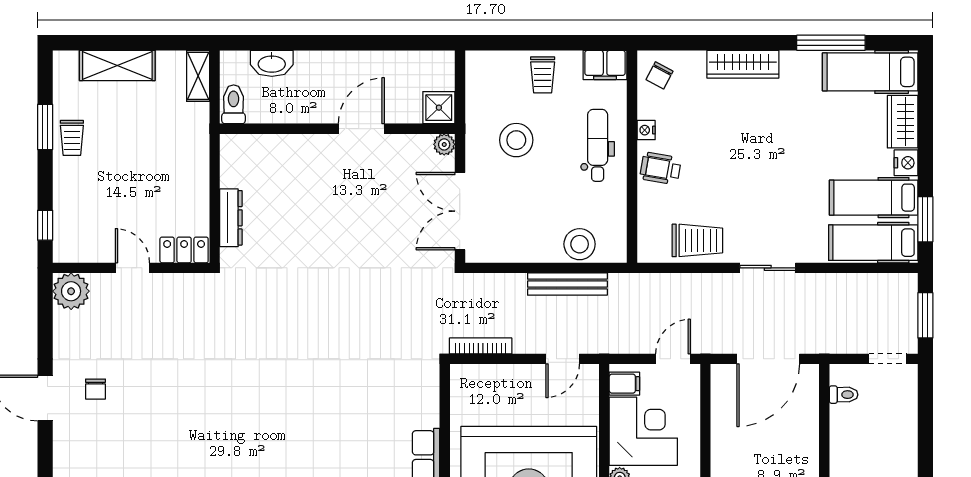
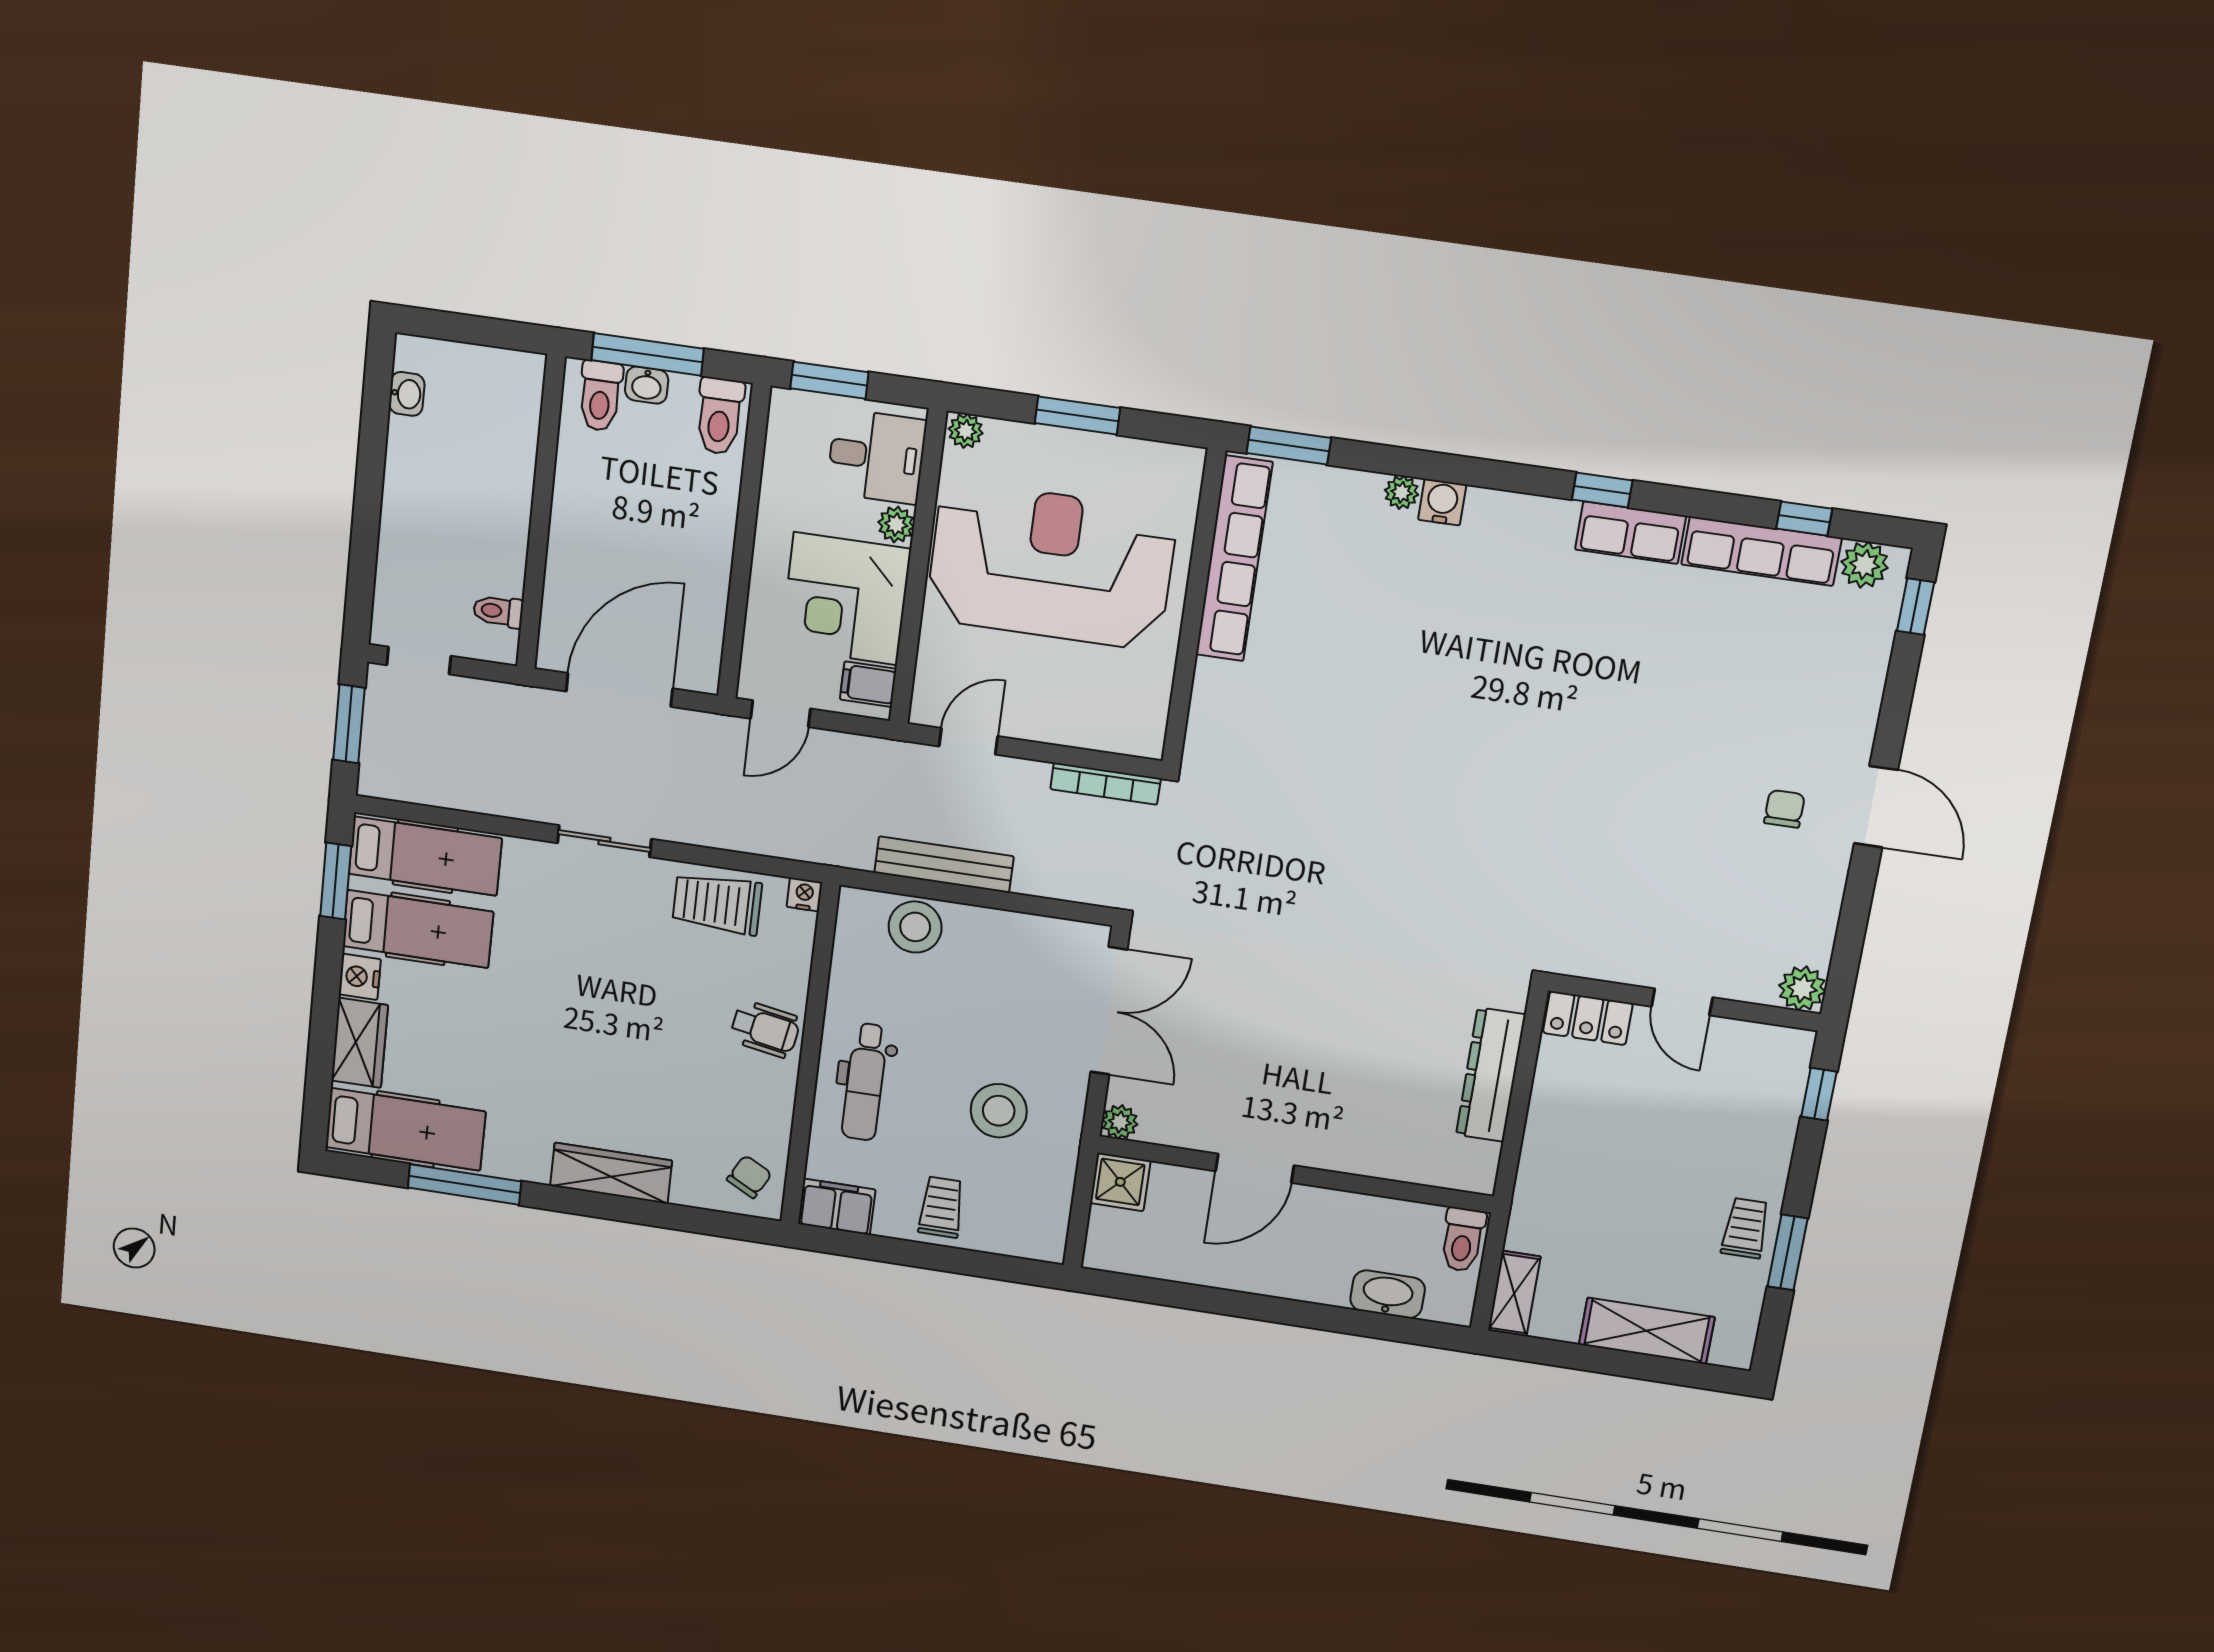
nightstand: (646, 130) -> (804, 895), moved, turned -90
dresser: (231, 218) -> (1491, 1075), width x1.37, depth x1.24
plant: (71, 291) -> (1802, 988), width x0.73, depth x0.73

